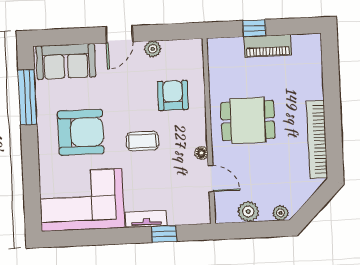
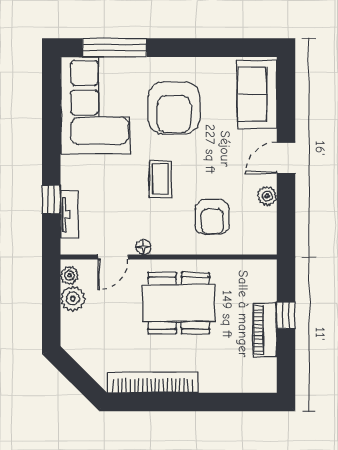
door: (119, 34) -> (286, 158), hinge flipped
armchair: (173, 95) -> (212, 217), turned 90
window: (27, 97) -> (115, 48), moved
dining table: (248, 121) -> (179, 303), width x1.38
plant: (280, 213) -> (69, 275), moved
tv unit: (146, 219) -> (70, 214), moved

